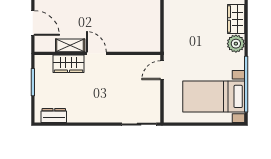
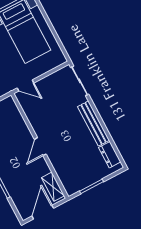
shelving: (70, 45) -> (53, 187), moved
wardrobe: (69, 64) -> (61, 165), removed
bench: (92, 116) -> (93, 123), added

